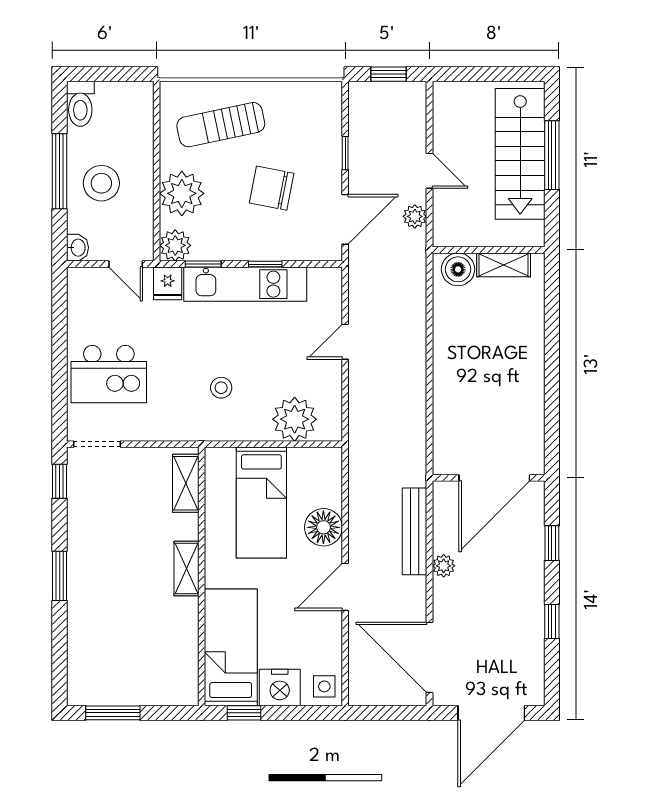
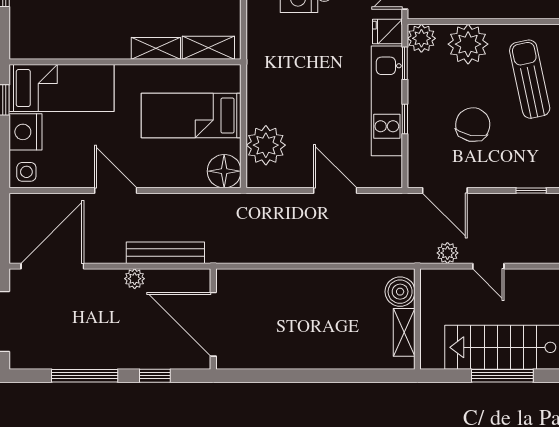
window: (345, 153) -> (531, 190), moved
door: (430, 171) -> (488, 266), hinge flipped
door: (345, 342) -> (335, 190), width x1.38
stool: (221, 388) -> (294, 79), removed
floor lamp: (323, 527) -> (224, 171), moved
shelving: (186, 568) -> (156, 48), moved
window: (552, 621) -> (85, 376), width x2.17

